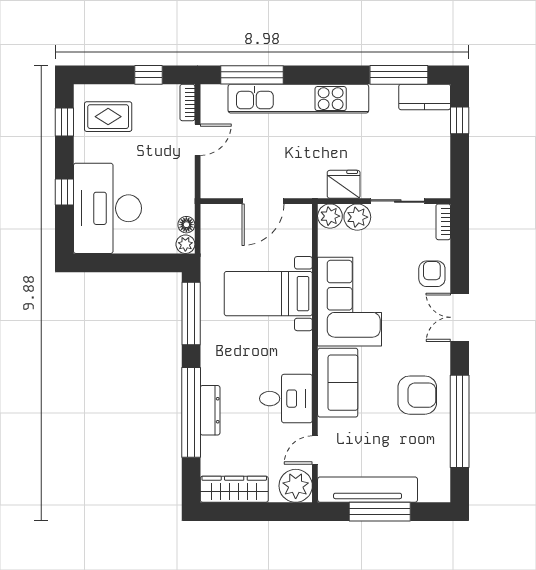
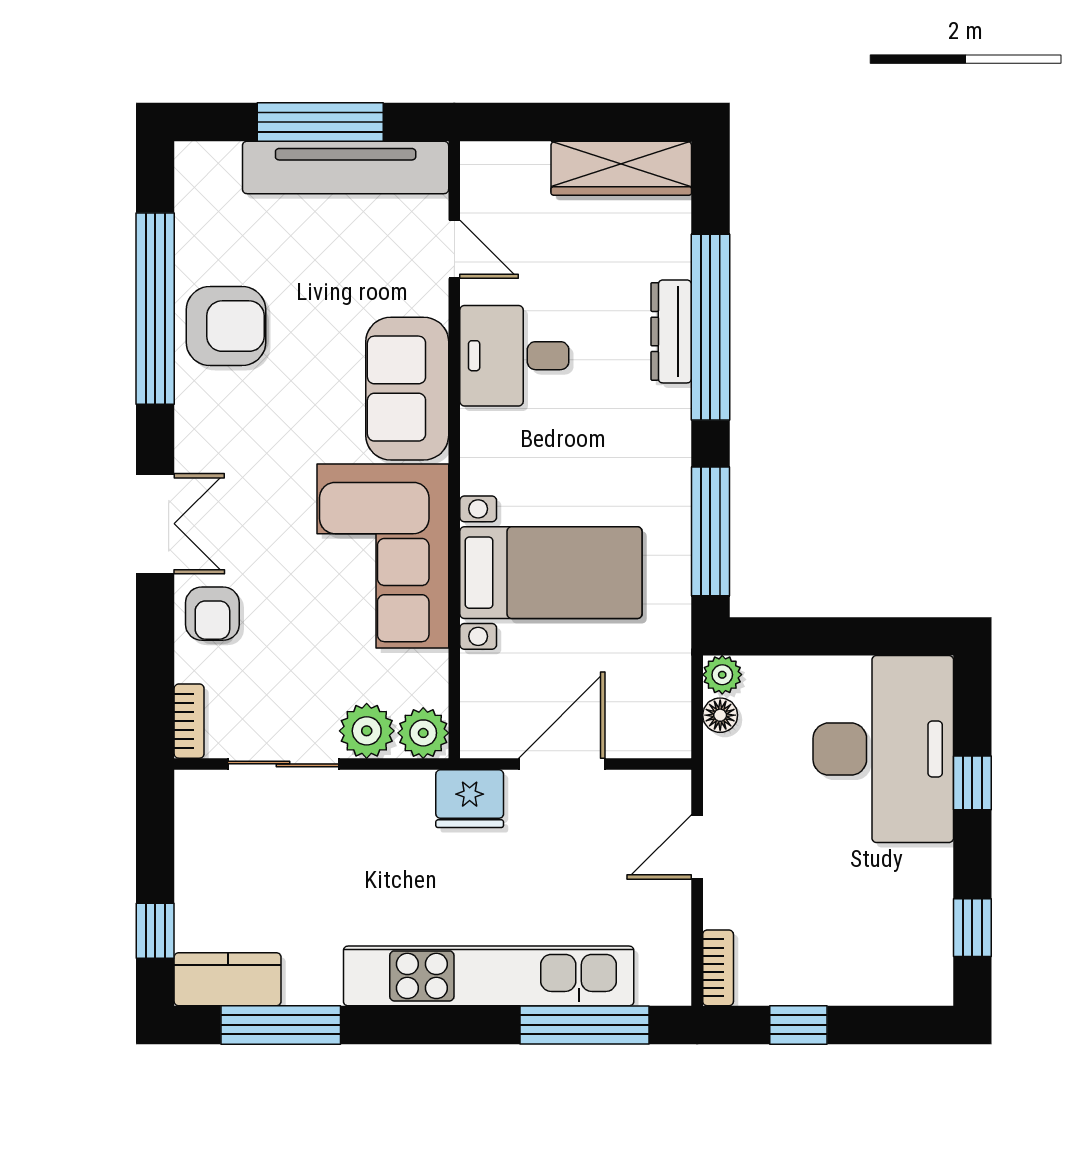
rug: (108, 117) -> (882, 939), removed
door: (198, 140) -> (697, 847), moved
fridge: (344, 184) -> (470, 799), moved
armchair: (417, 395) -> (226, 326), moved, turned 180
door: (315, 450) -> (454, 249), hinge flipped
plant: (296, 486) -> (494, 175), removed

